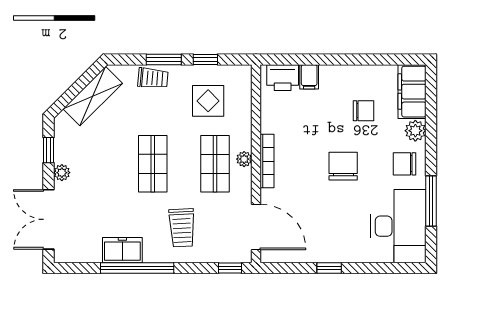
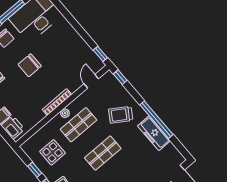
door: (256, 227) -> (91, 81), width x0.53
trolley: (182, 228) -> (121, 115), turned -144
freezer: (122, 250) -> (154, 133), width x1.40
window: (329, 268) -> (100, 54), moved

